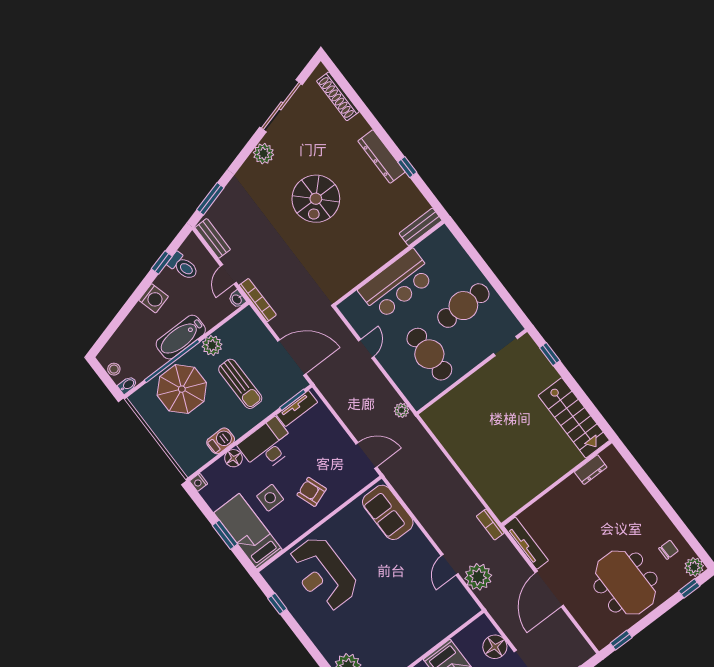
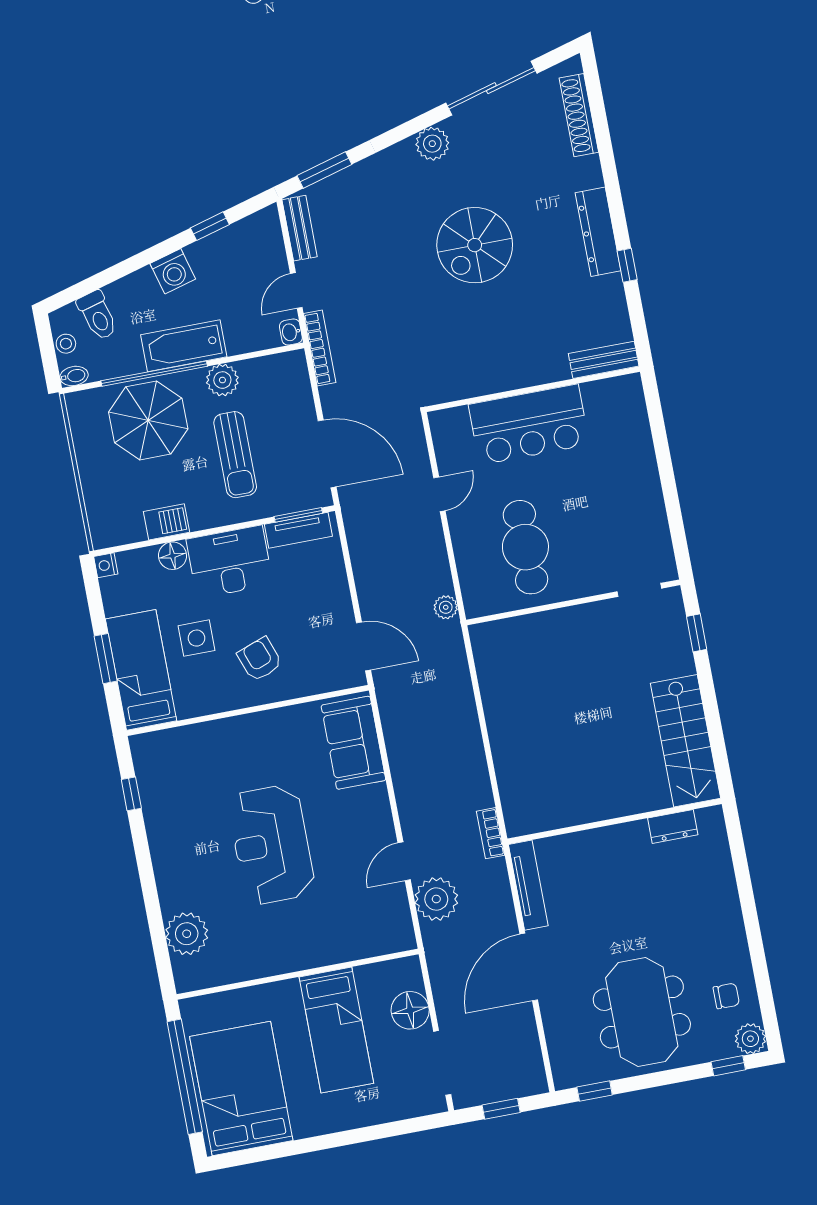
toilet: (183, 266) -> (97, 315), moved
cafe table: (463, 306) -> (608, 502), removed
reception desk: (323, 574) -> (271, 845), moved

